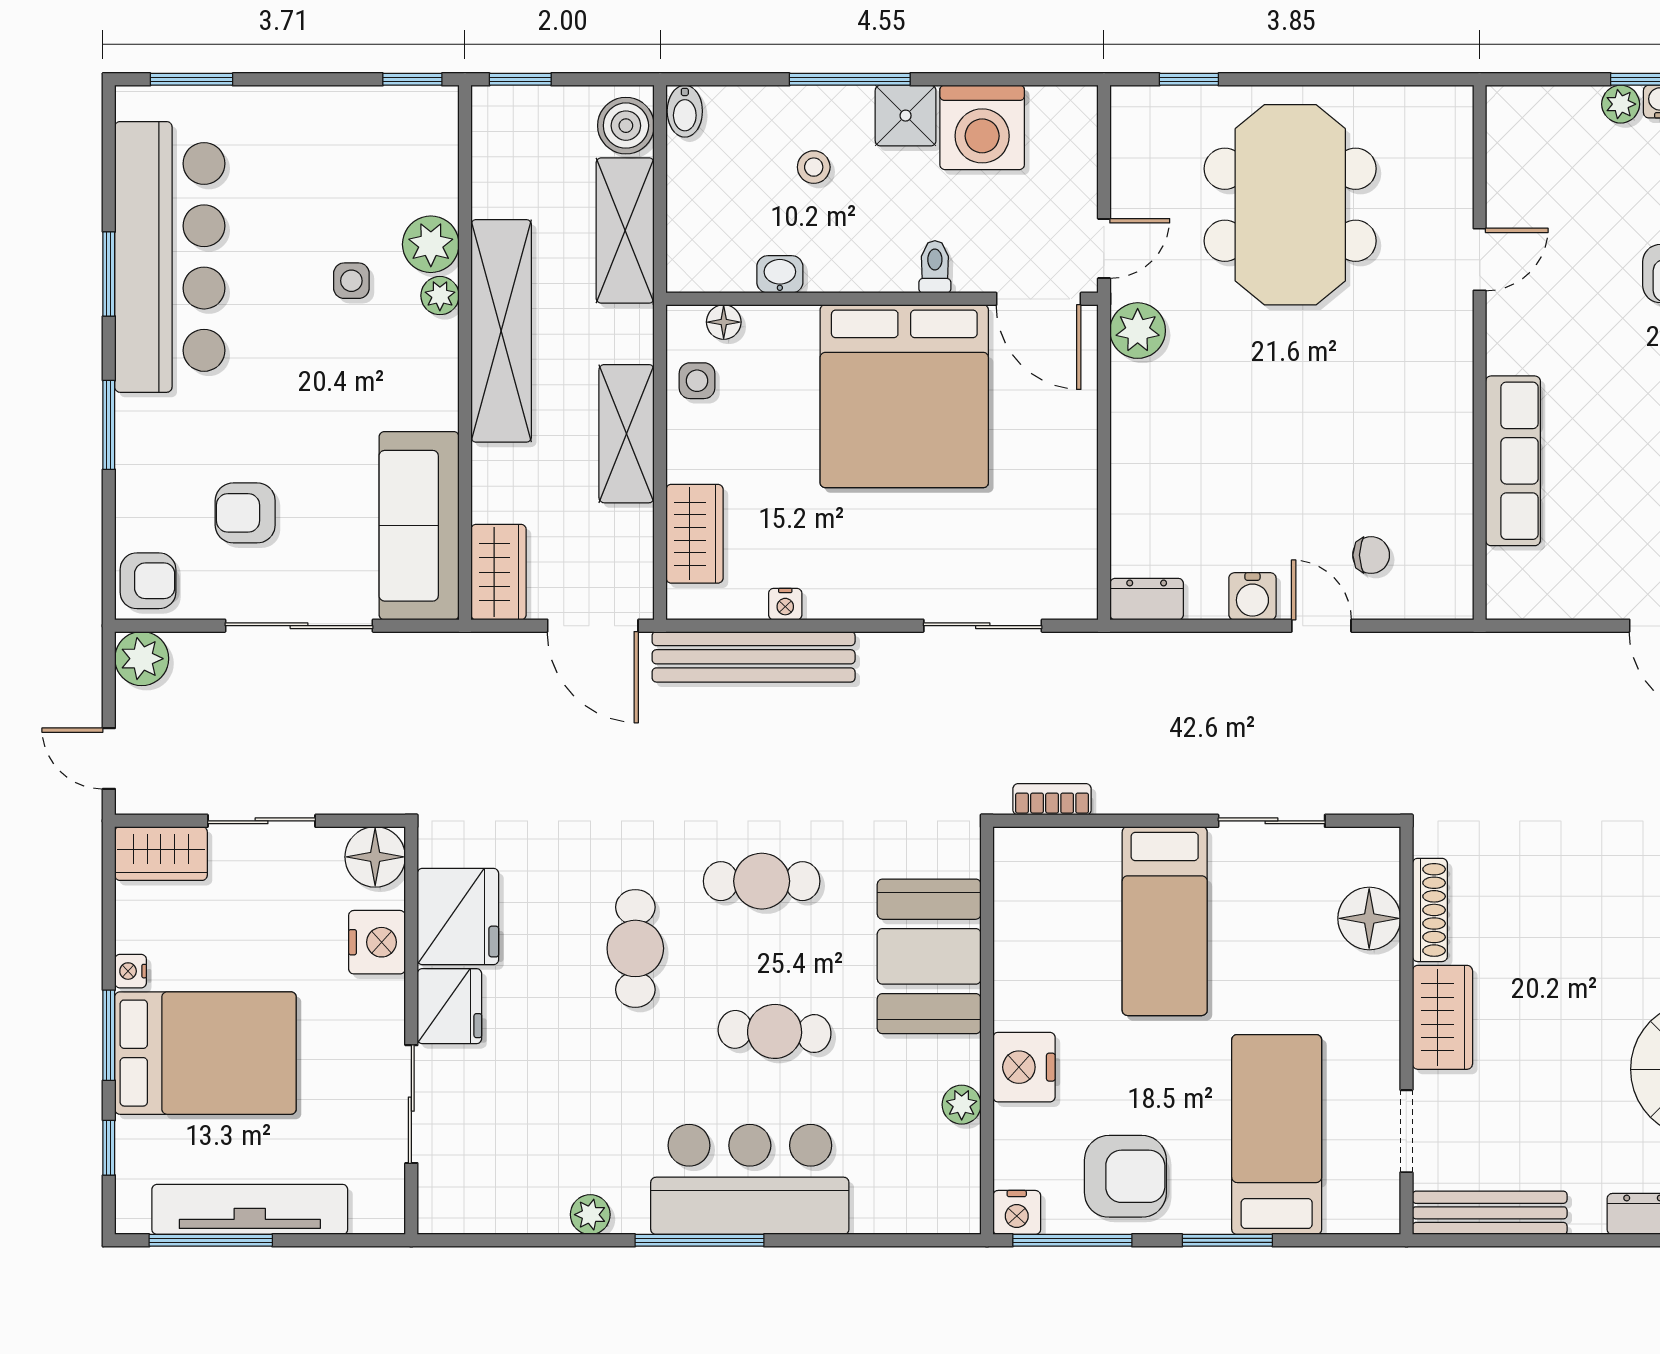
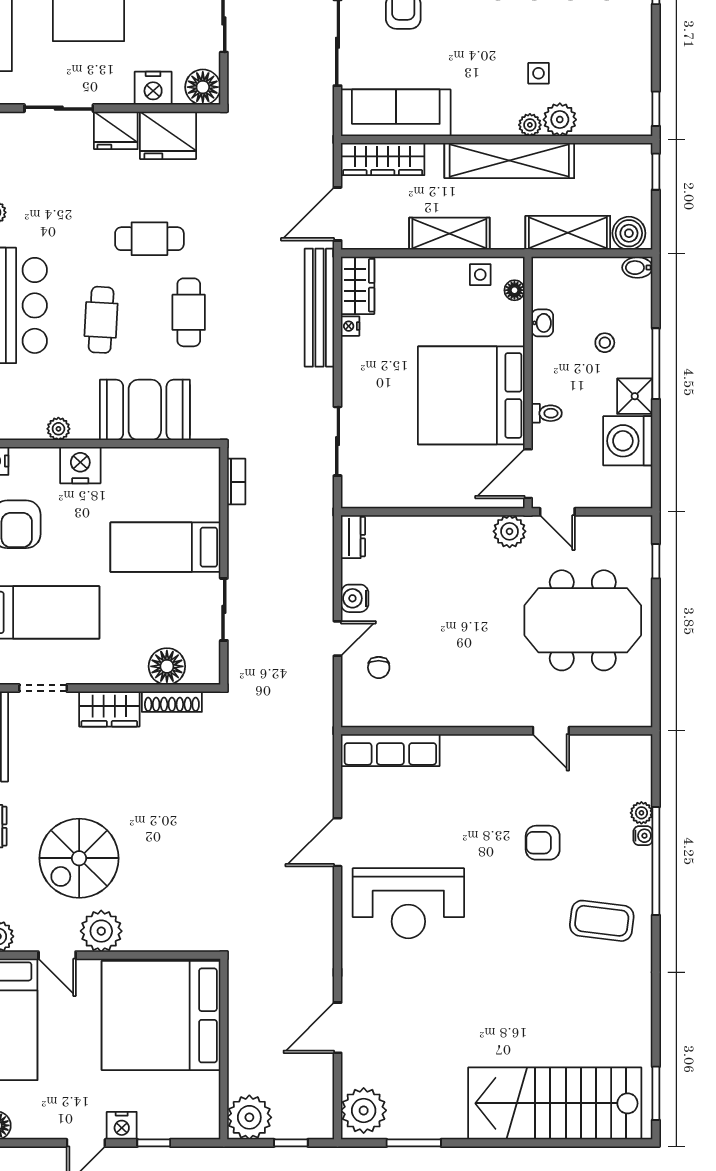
row of seats: (1513, 461) -> (390, 750), moved
wardrobe: (695, 534) -> (358, 285), moved, turned -90
wardrobe: (499, 572) -> (383, 159), width x1.50

